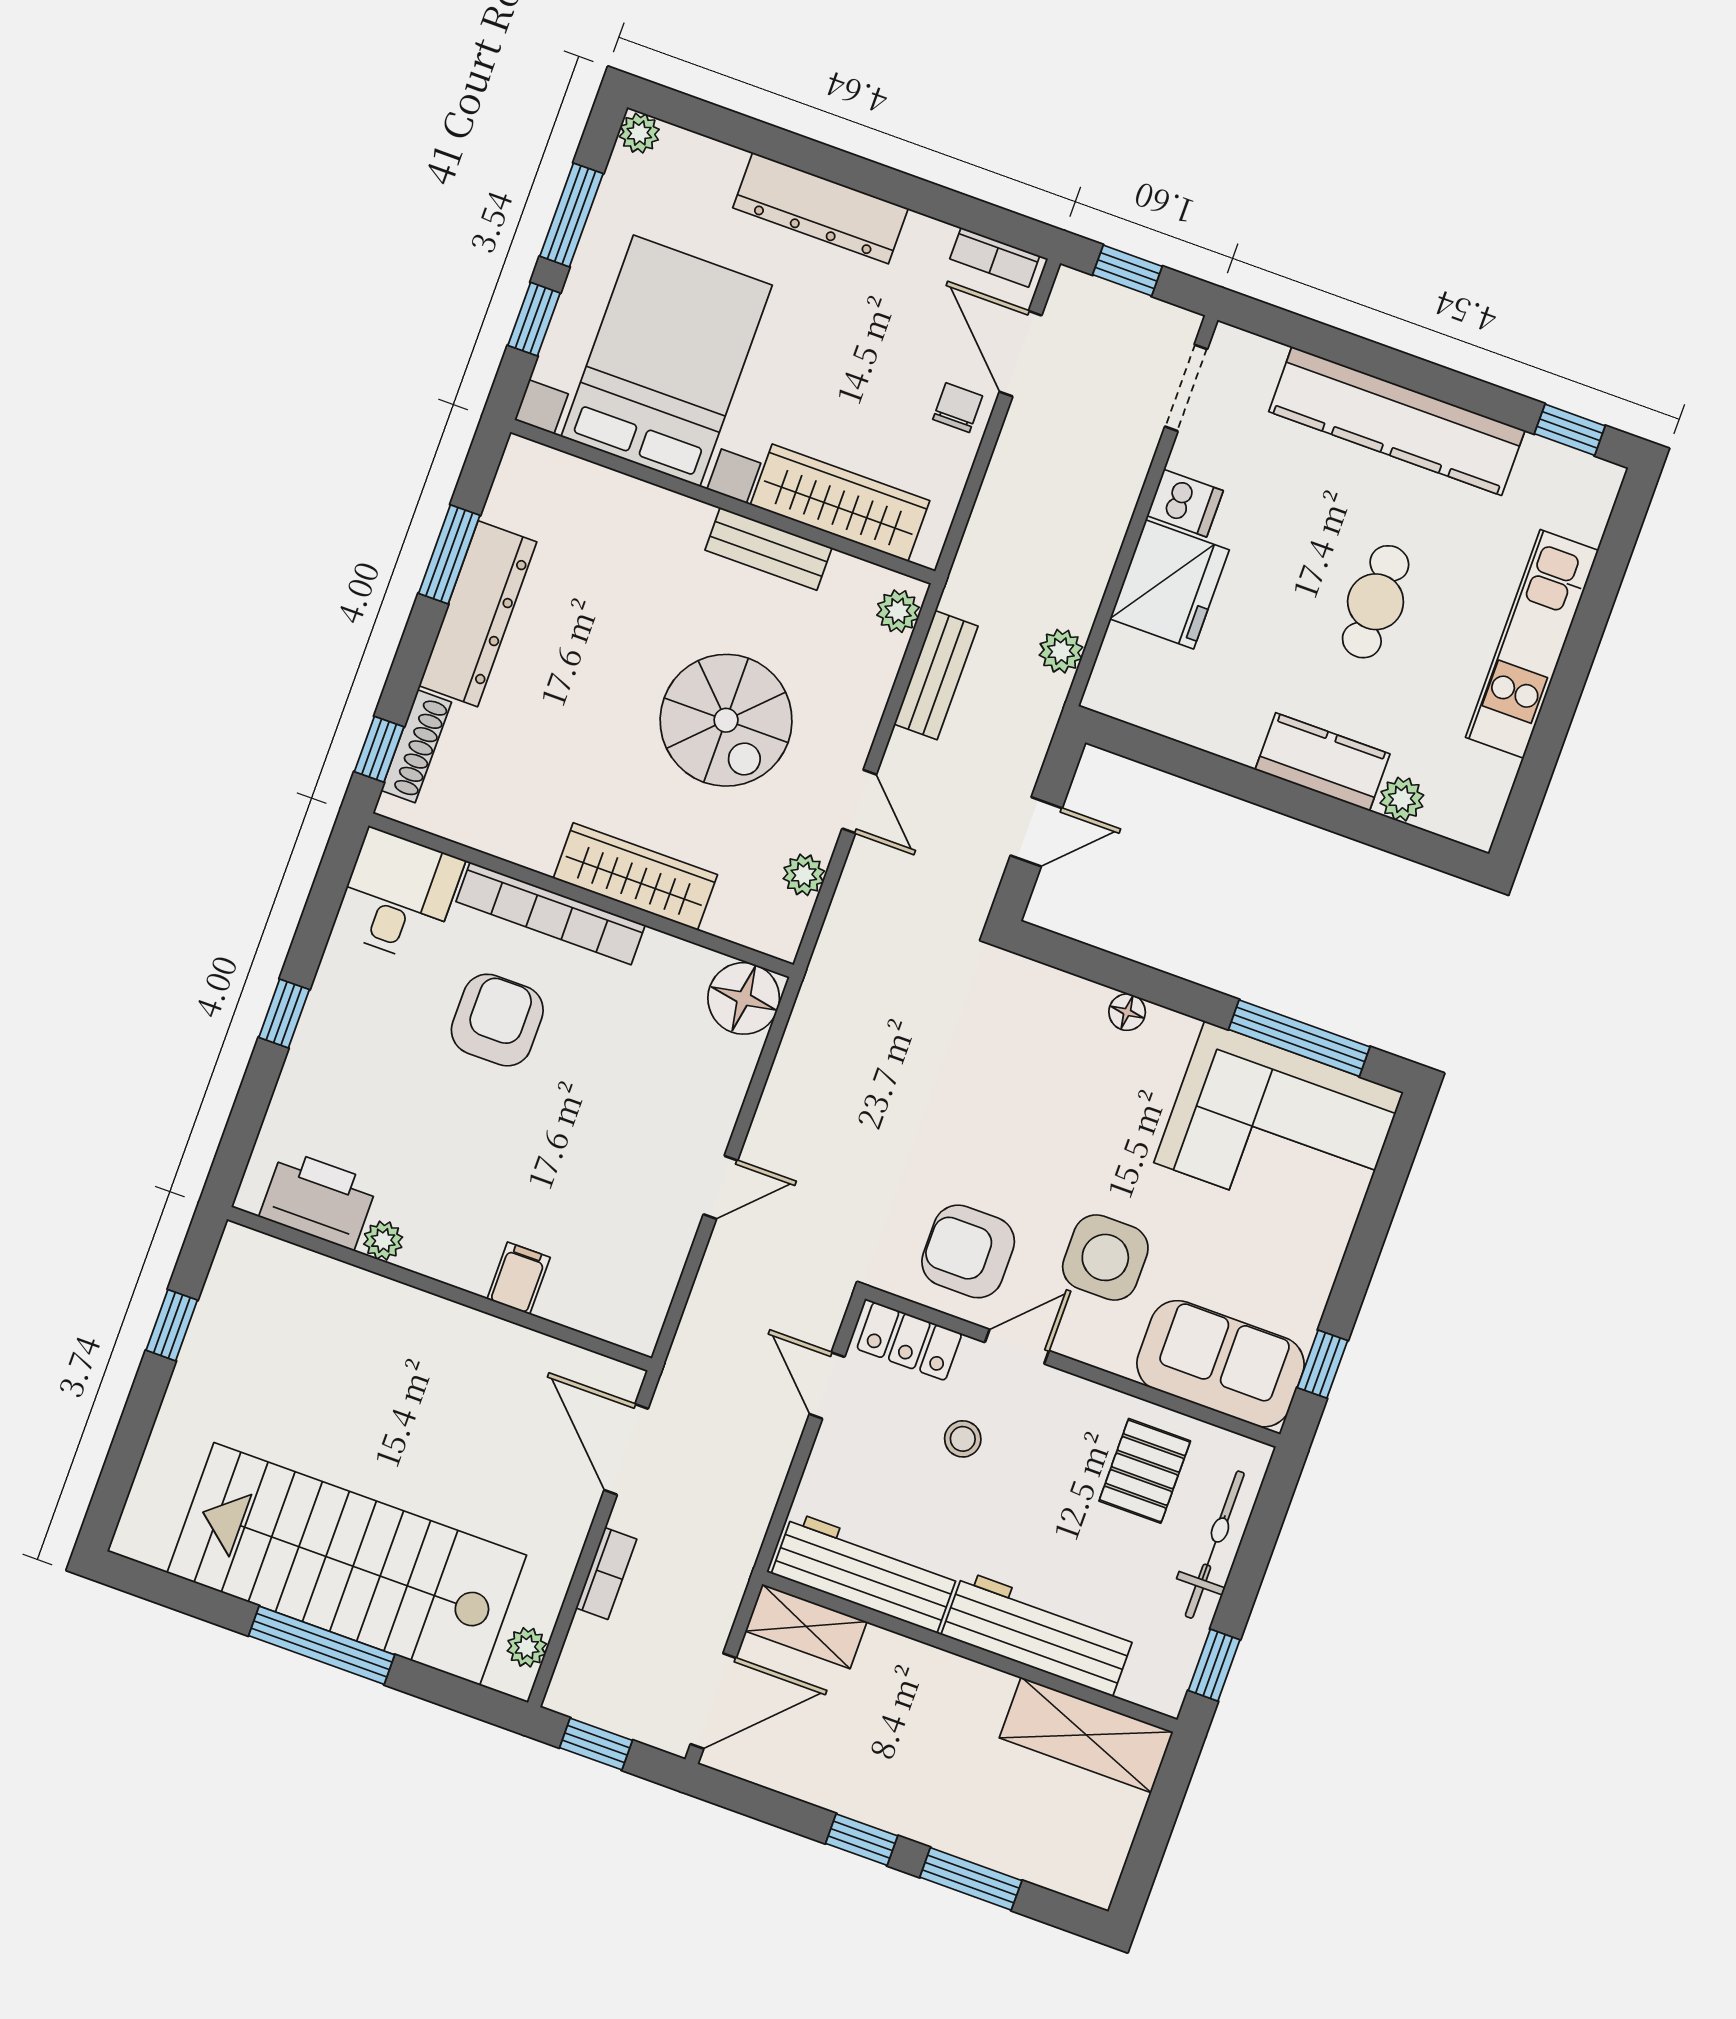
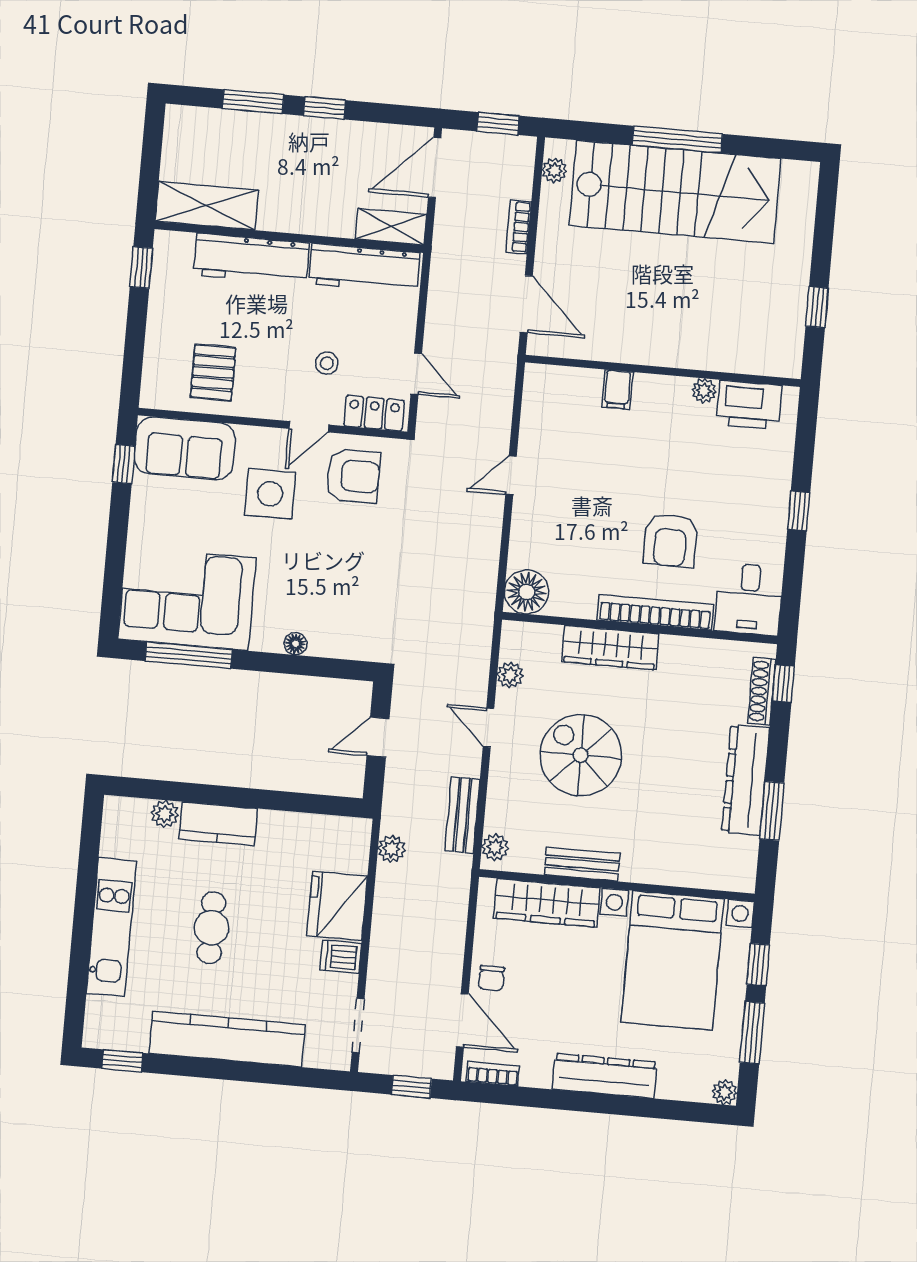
bicycle: (1215, 1545) -> (160, 339), removed

